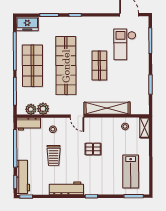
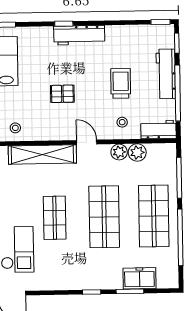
freezer: (27, 24) -> (139, 278), moved
shop shelf: (66, 66) -> (104, 217), width x0.71
plant: (31, 109) -> (119, 152), moved
workbench: (23, 177) -> (166, 74), moved
workbench: (66, 188) -> (79, 35), moved

